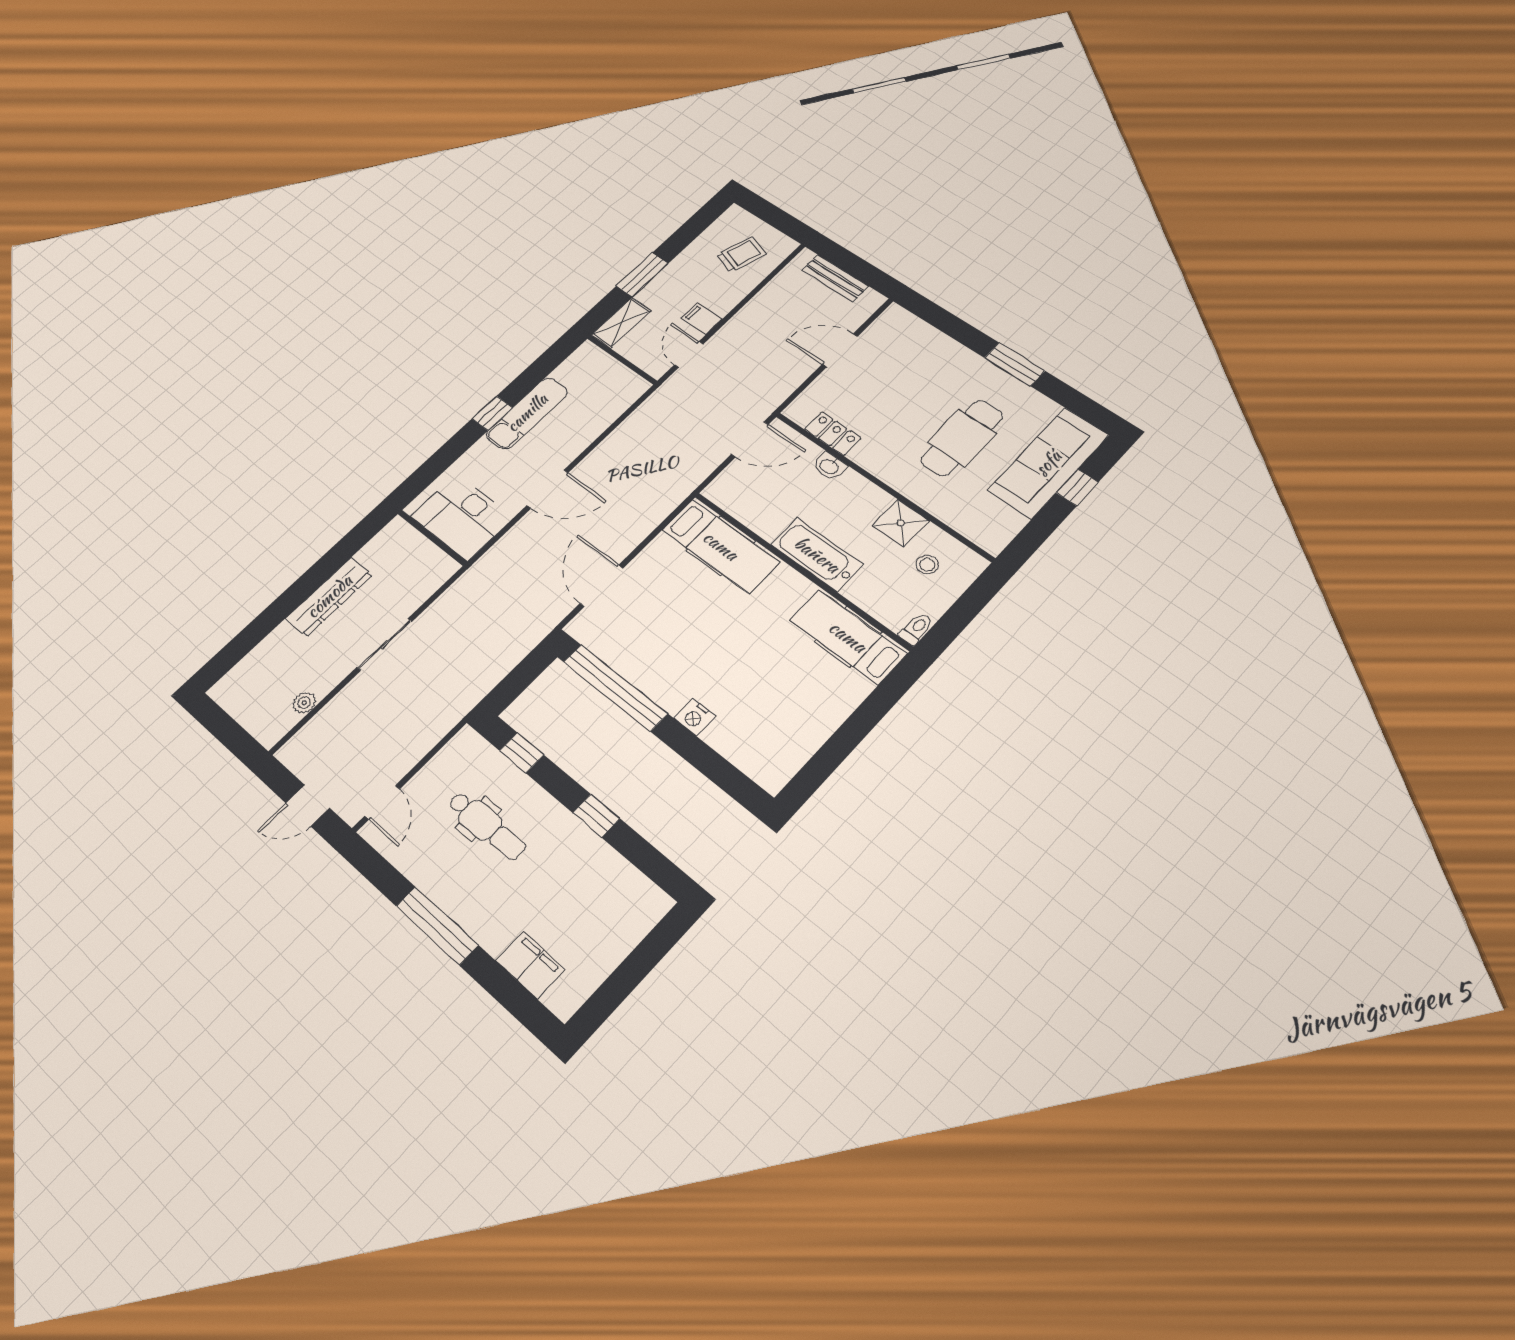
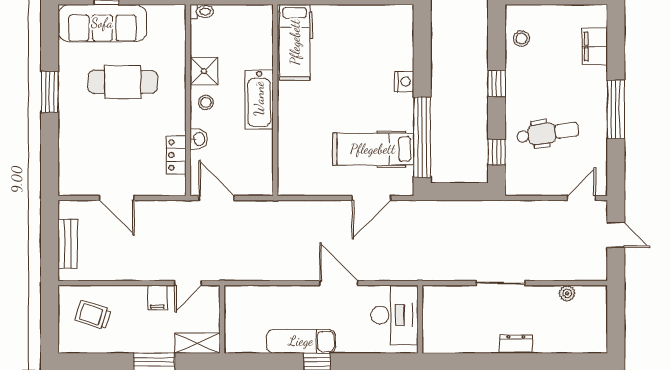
hospital bed: (721, 546) -> (373, 149), moved, turned -90
stool: (927, 565) -> (206, 102), moved
dresser: (329, 597) -> (516, 344), width x0.51, depth x0.80
toilet: (916, 629) -> (202, 12), moved, turned 180
dental chair: (487, 826) -> (548, 133), turned 83
stool: (620, 887) -> (521, 39), added

